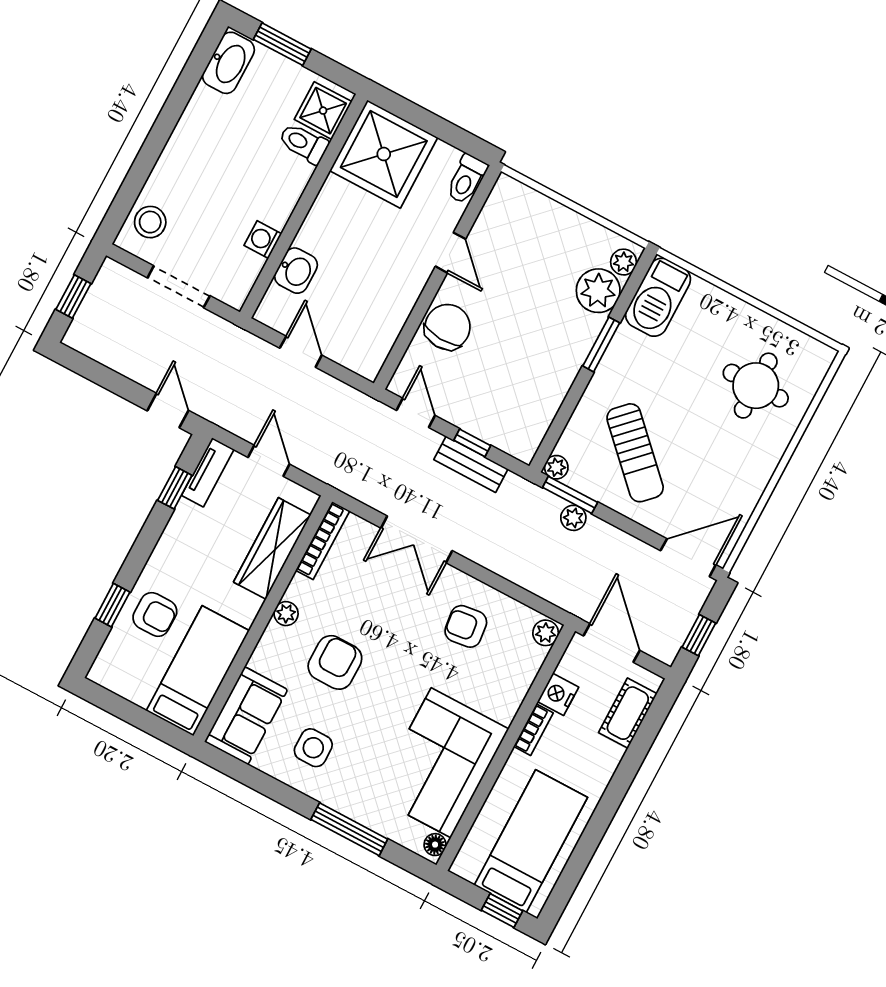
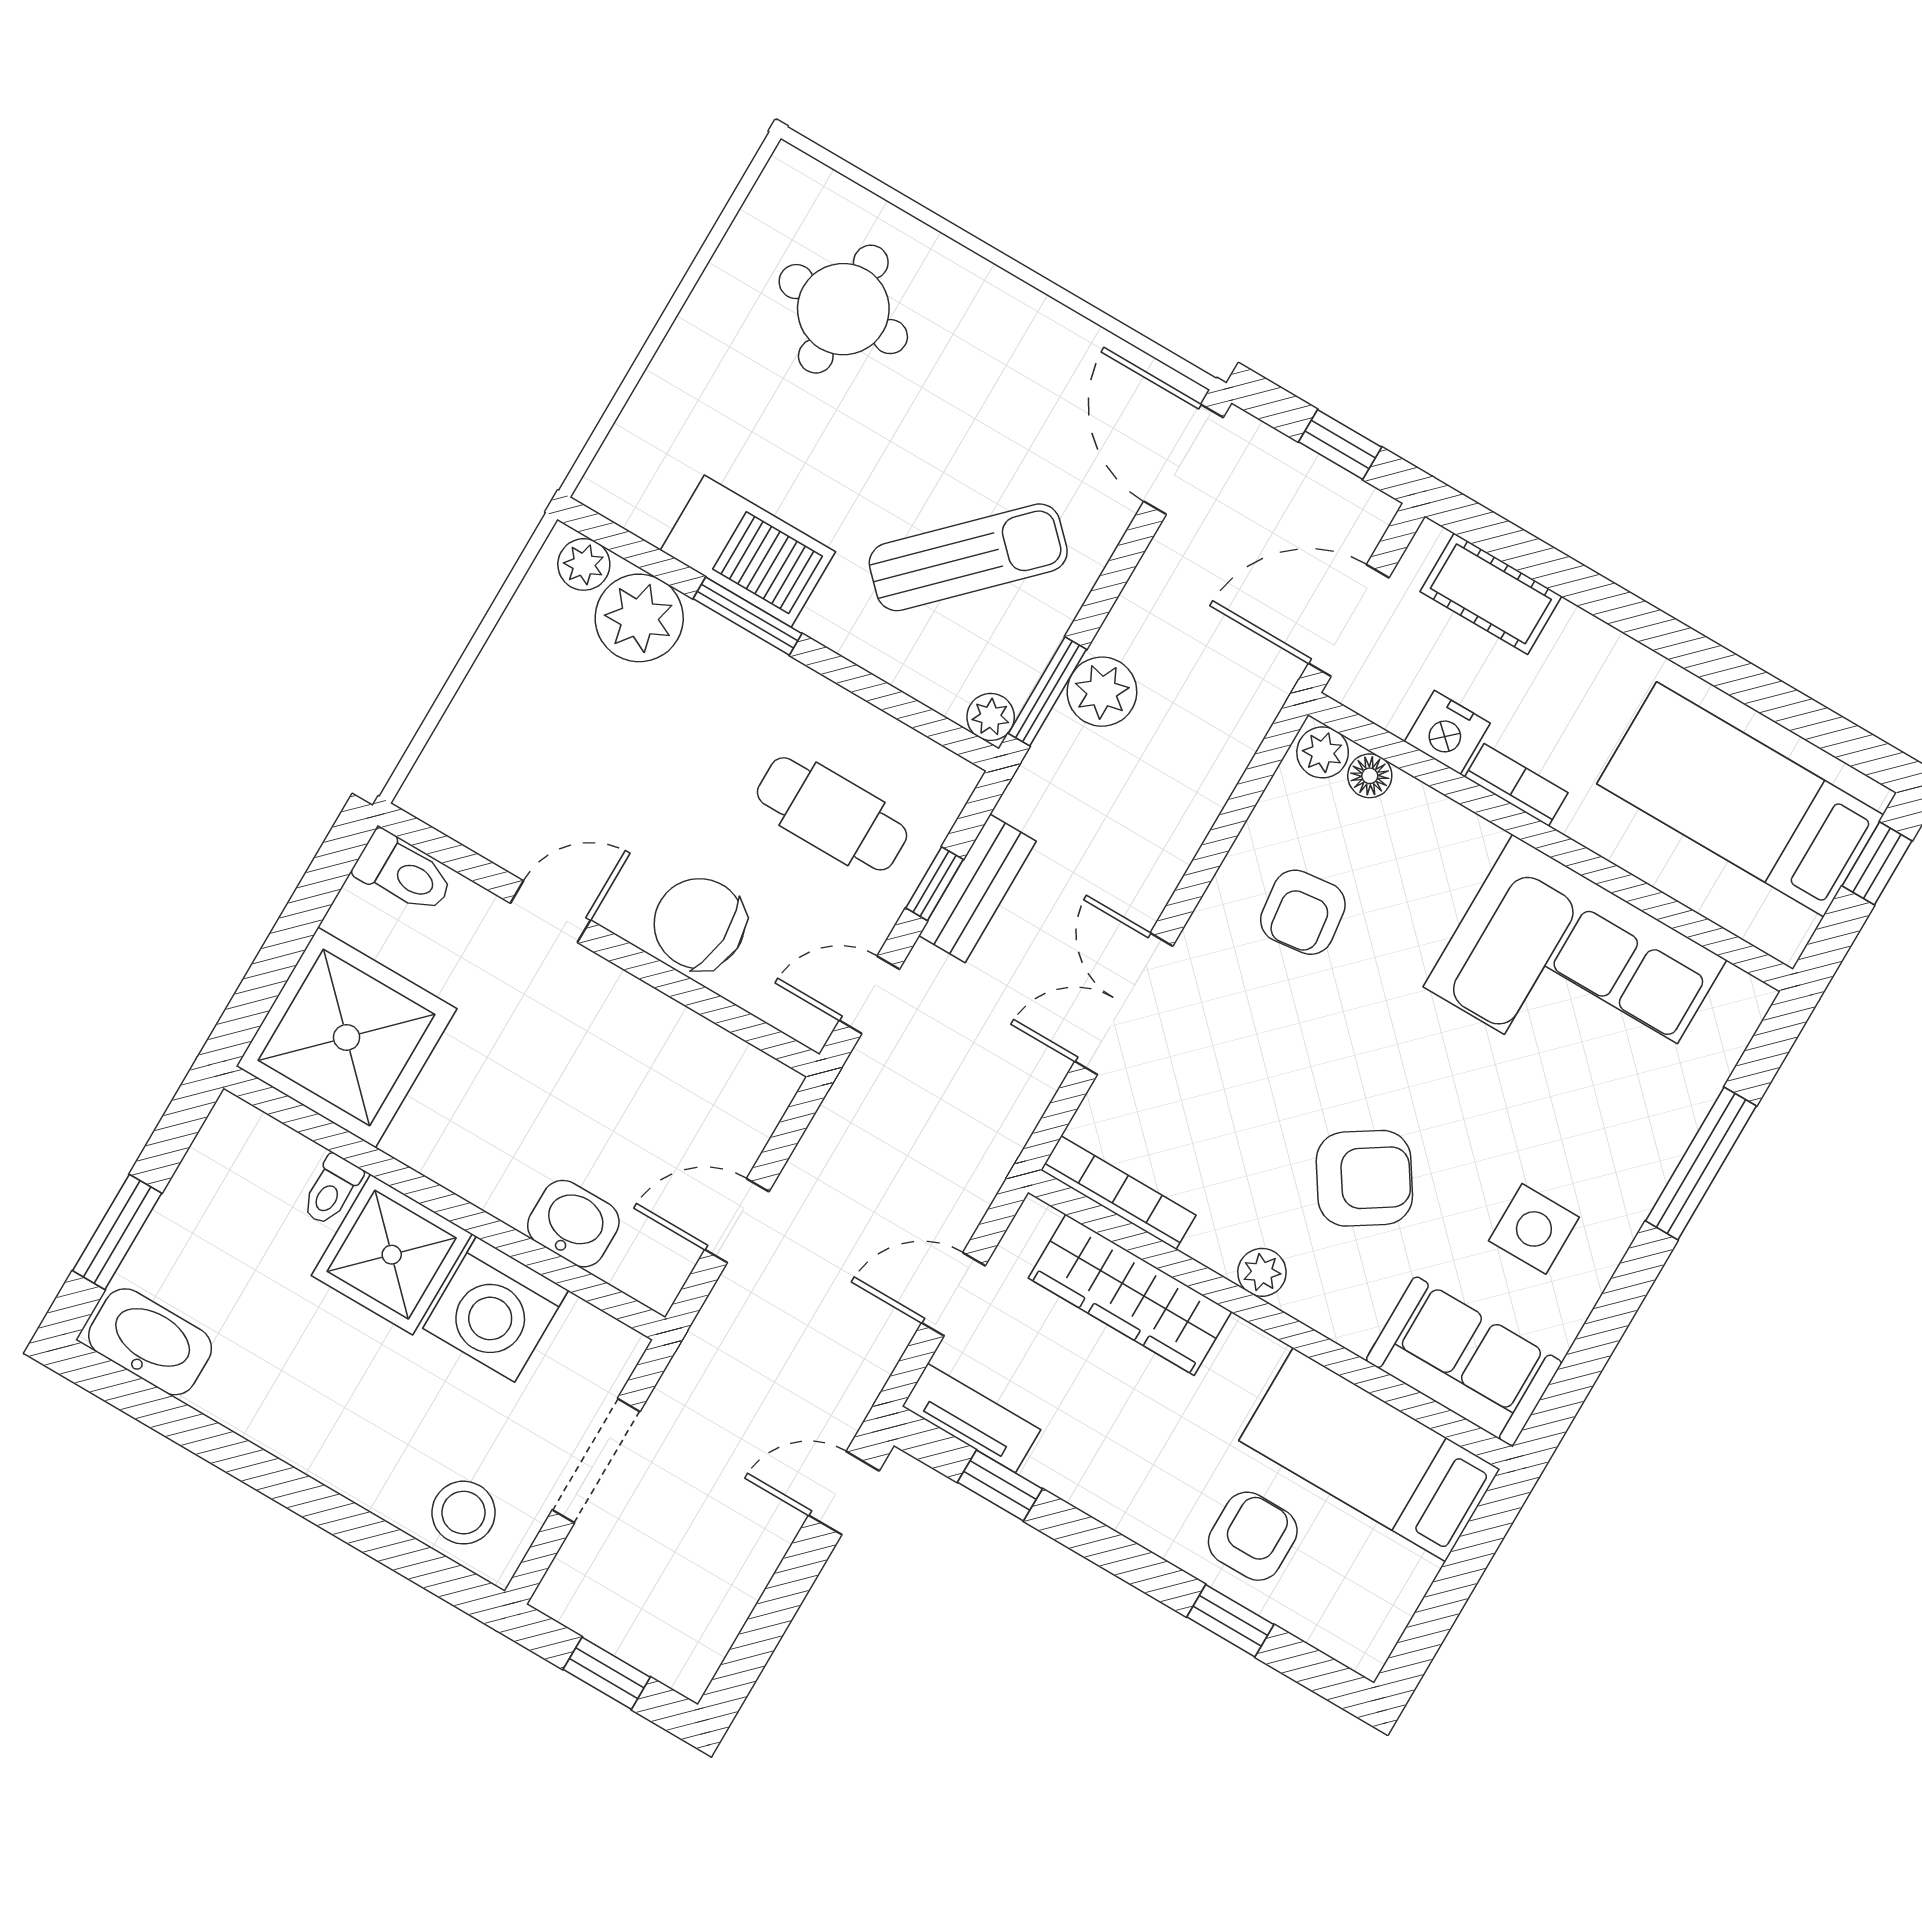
shower: (323, 111) -> (392, 1255), moved, width x1.36, depth x1.36
toilet: (304, 143) -> (331, 1190), width x0.73, depth x0.72
washing machine: (263, 240) -> (496, 1309), width x1.89, depth x1.89
barbecue: (658, 297) -> (748, 551), moved
cafe table: (505, 390) -> (832, 814), added
plant: (573, 518) -> (1102, 692), width x1.38, depth x1.38
double door: (417, 539) -> (1124, 1004), swing flipped
armchair: (335, 662) -> (1364, 1178), turned 147
floor lamp: (435, 845) -> (1370, 776), moved

